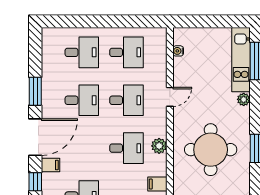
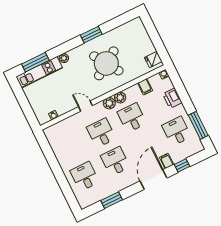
desk: (126, 52) -> (71, 148), removed
window: (35, 91) -> (112, 200), moved
plant: (159, 129) -> (109, 103), added
door: (35, 137) -> (153, 179), hinge flipped
round table: (211, 150) -> (106, 63), turned -33

